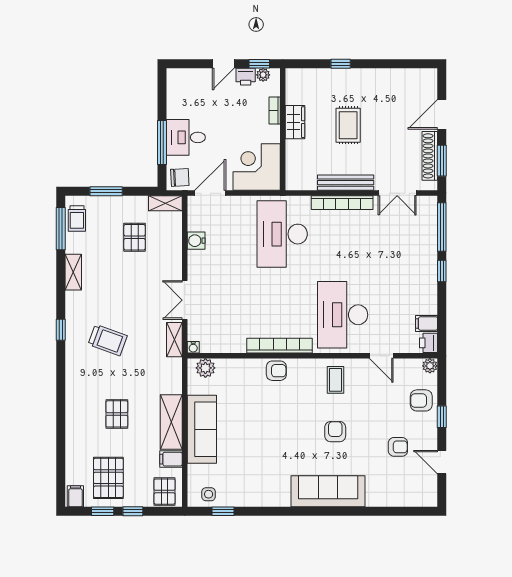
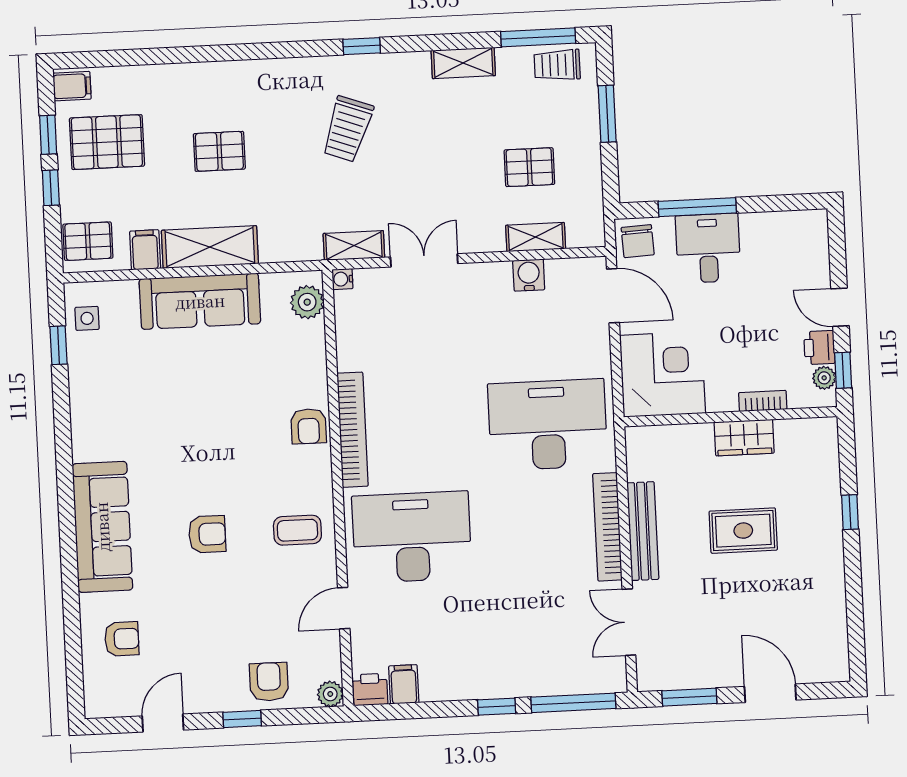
shoe rack: (430, 156) -> (697, 676), removed
shelving: (165, 203) -> (536, 237), moved, turned 90
armchair: (398, 447) -> (122, 639), moved, turned -90

